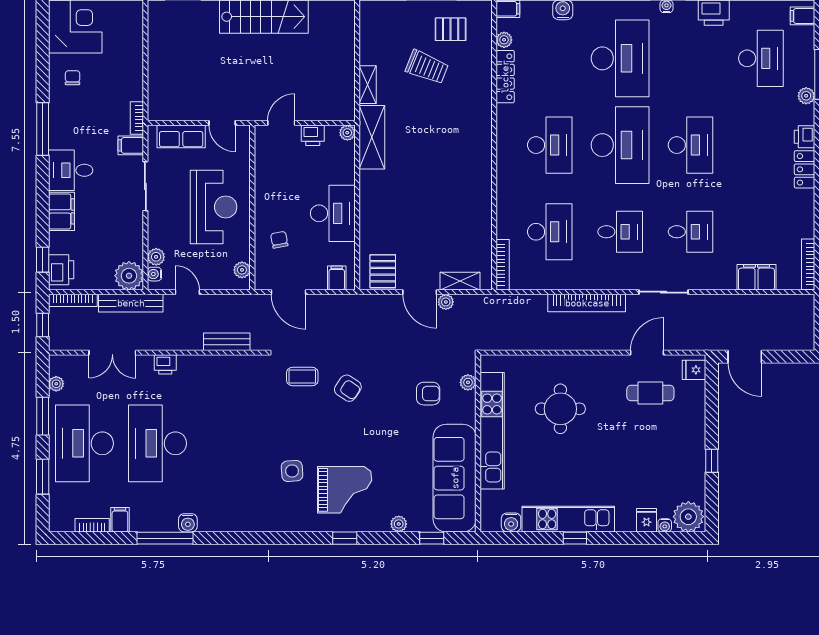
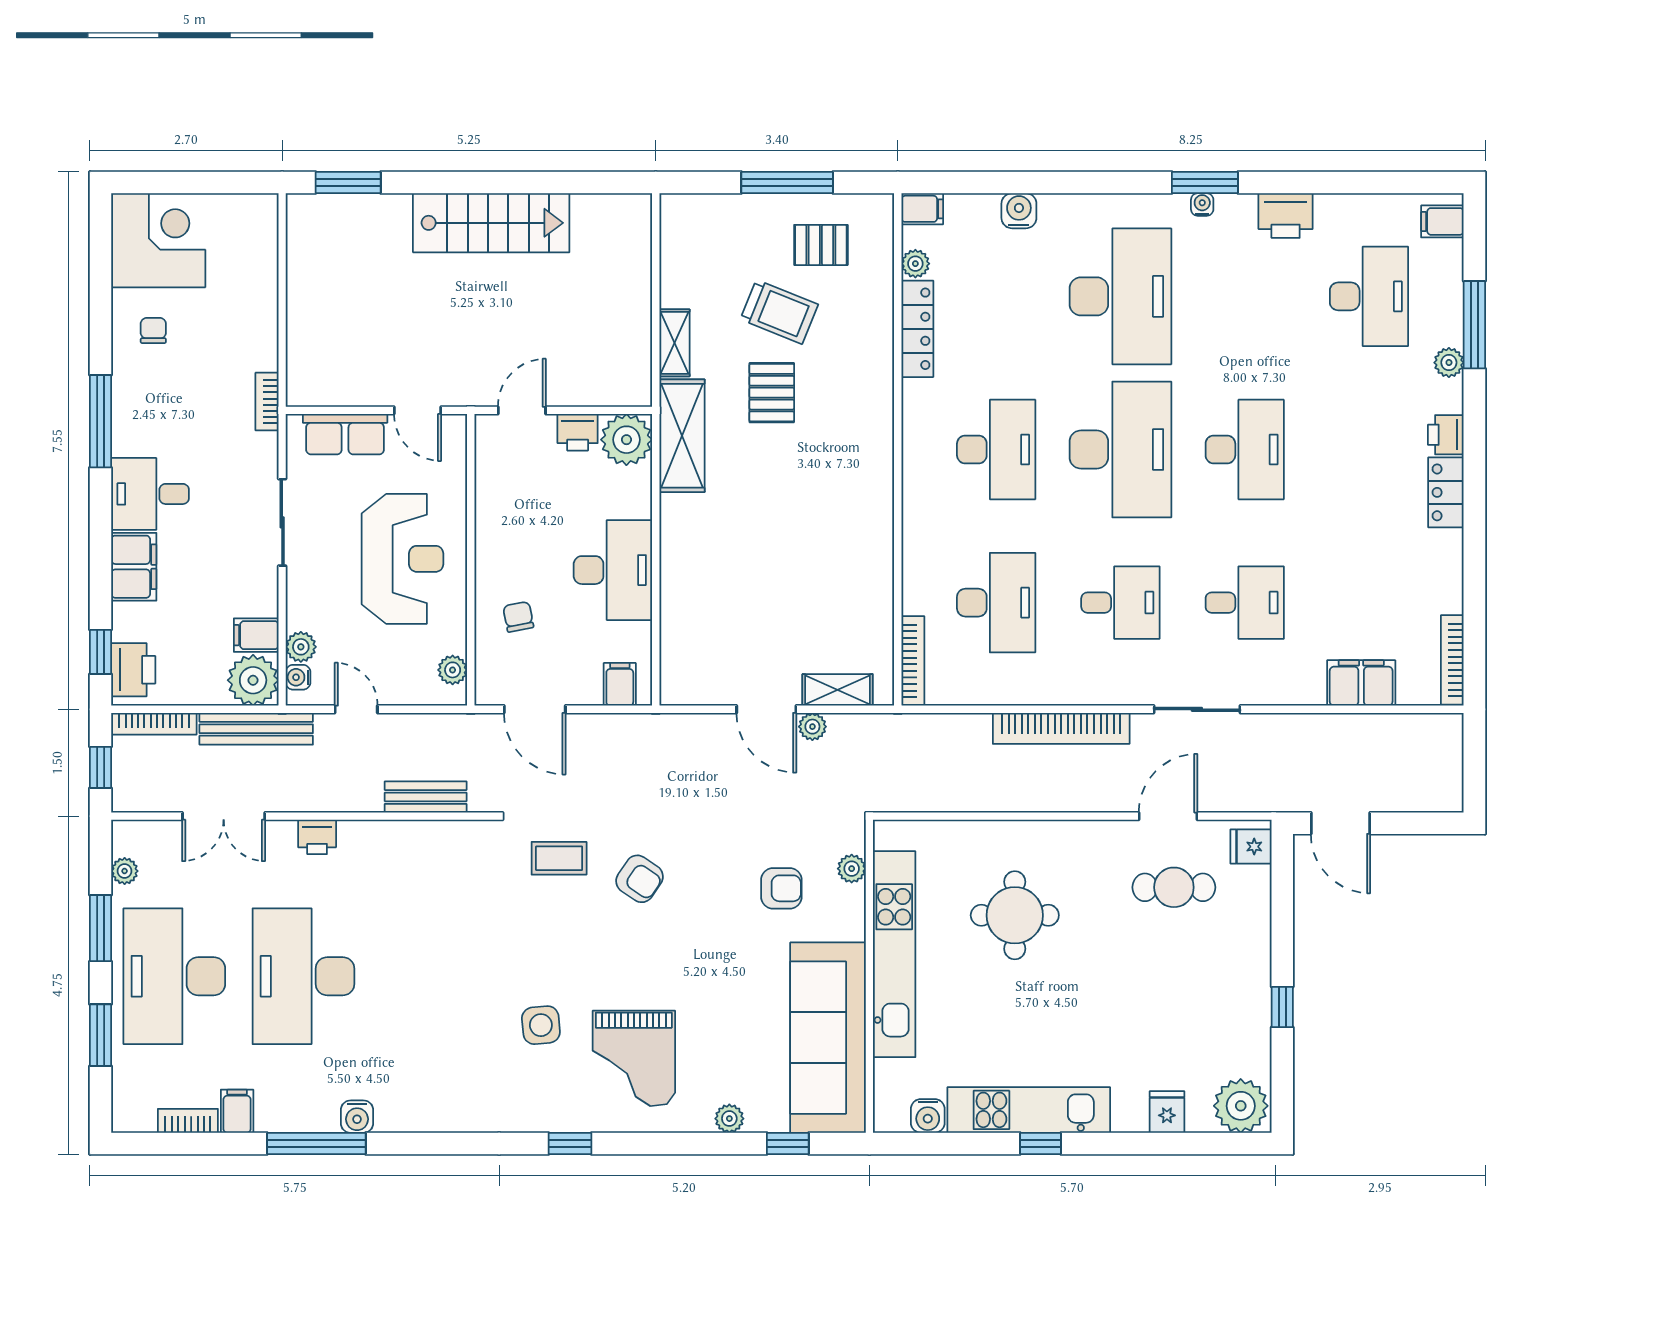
plant: (347, 133) -> (626, 440), width x1.88, depth x1.88
filing cabinet: (131, 145) -> (256, 635), moved
pallet: (383, 271) -> (772, 393), moved
grand piano: (345, 490) -> (634, 1058), turned 90
water cooler: (665, 525) -> (1199, 1121), removed
window: (345, 538) -> (570, 1144), moved

